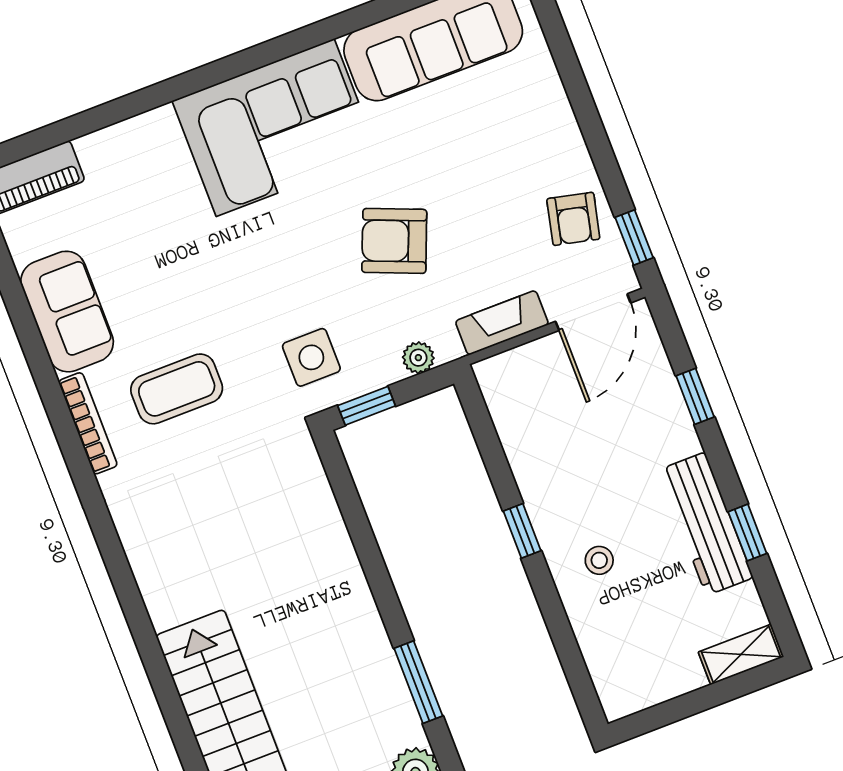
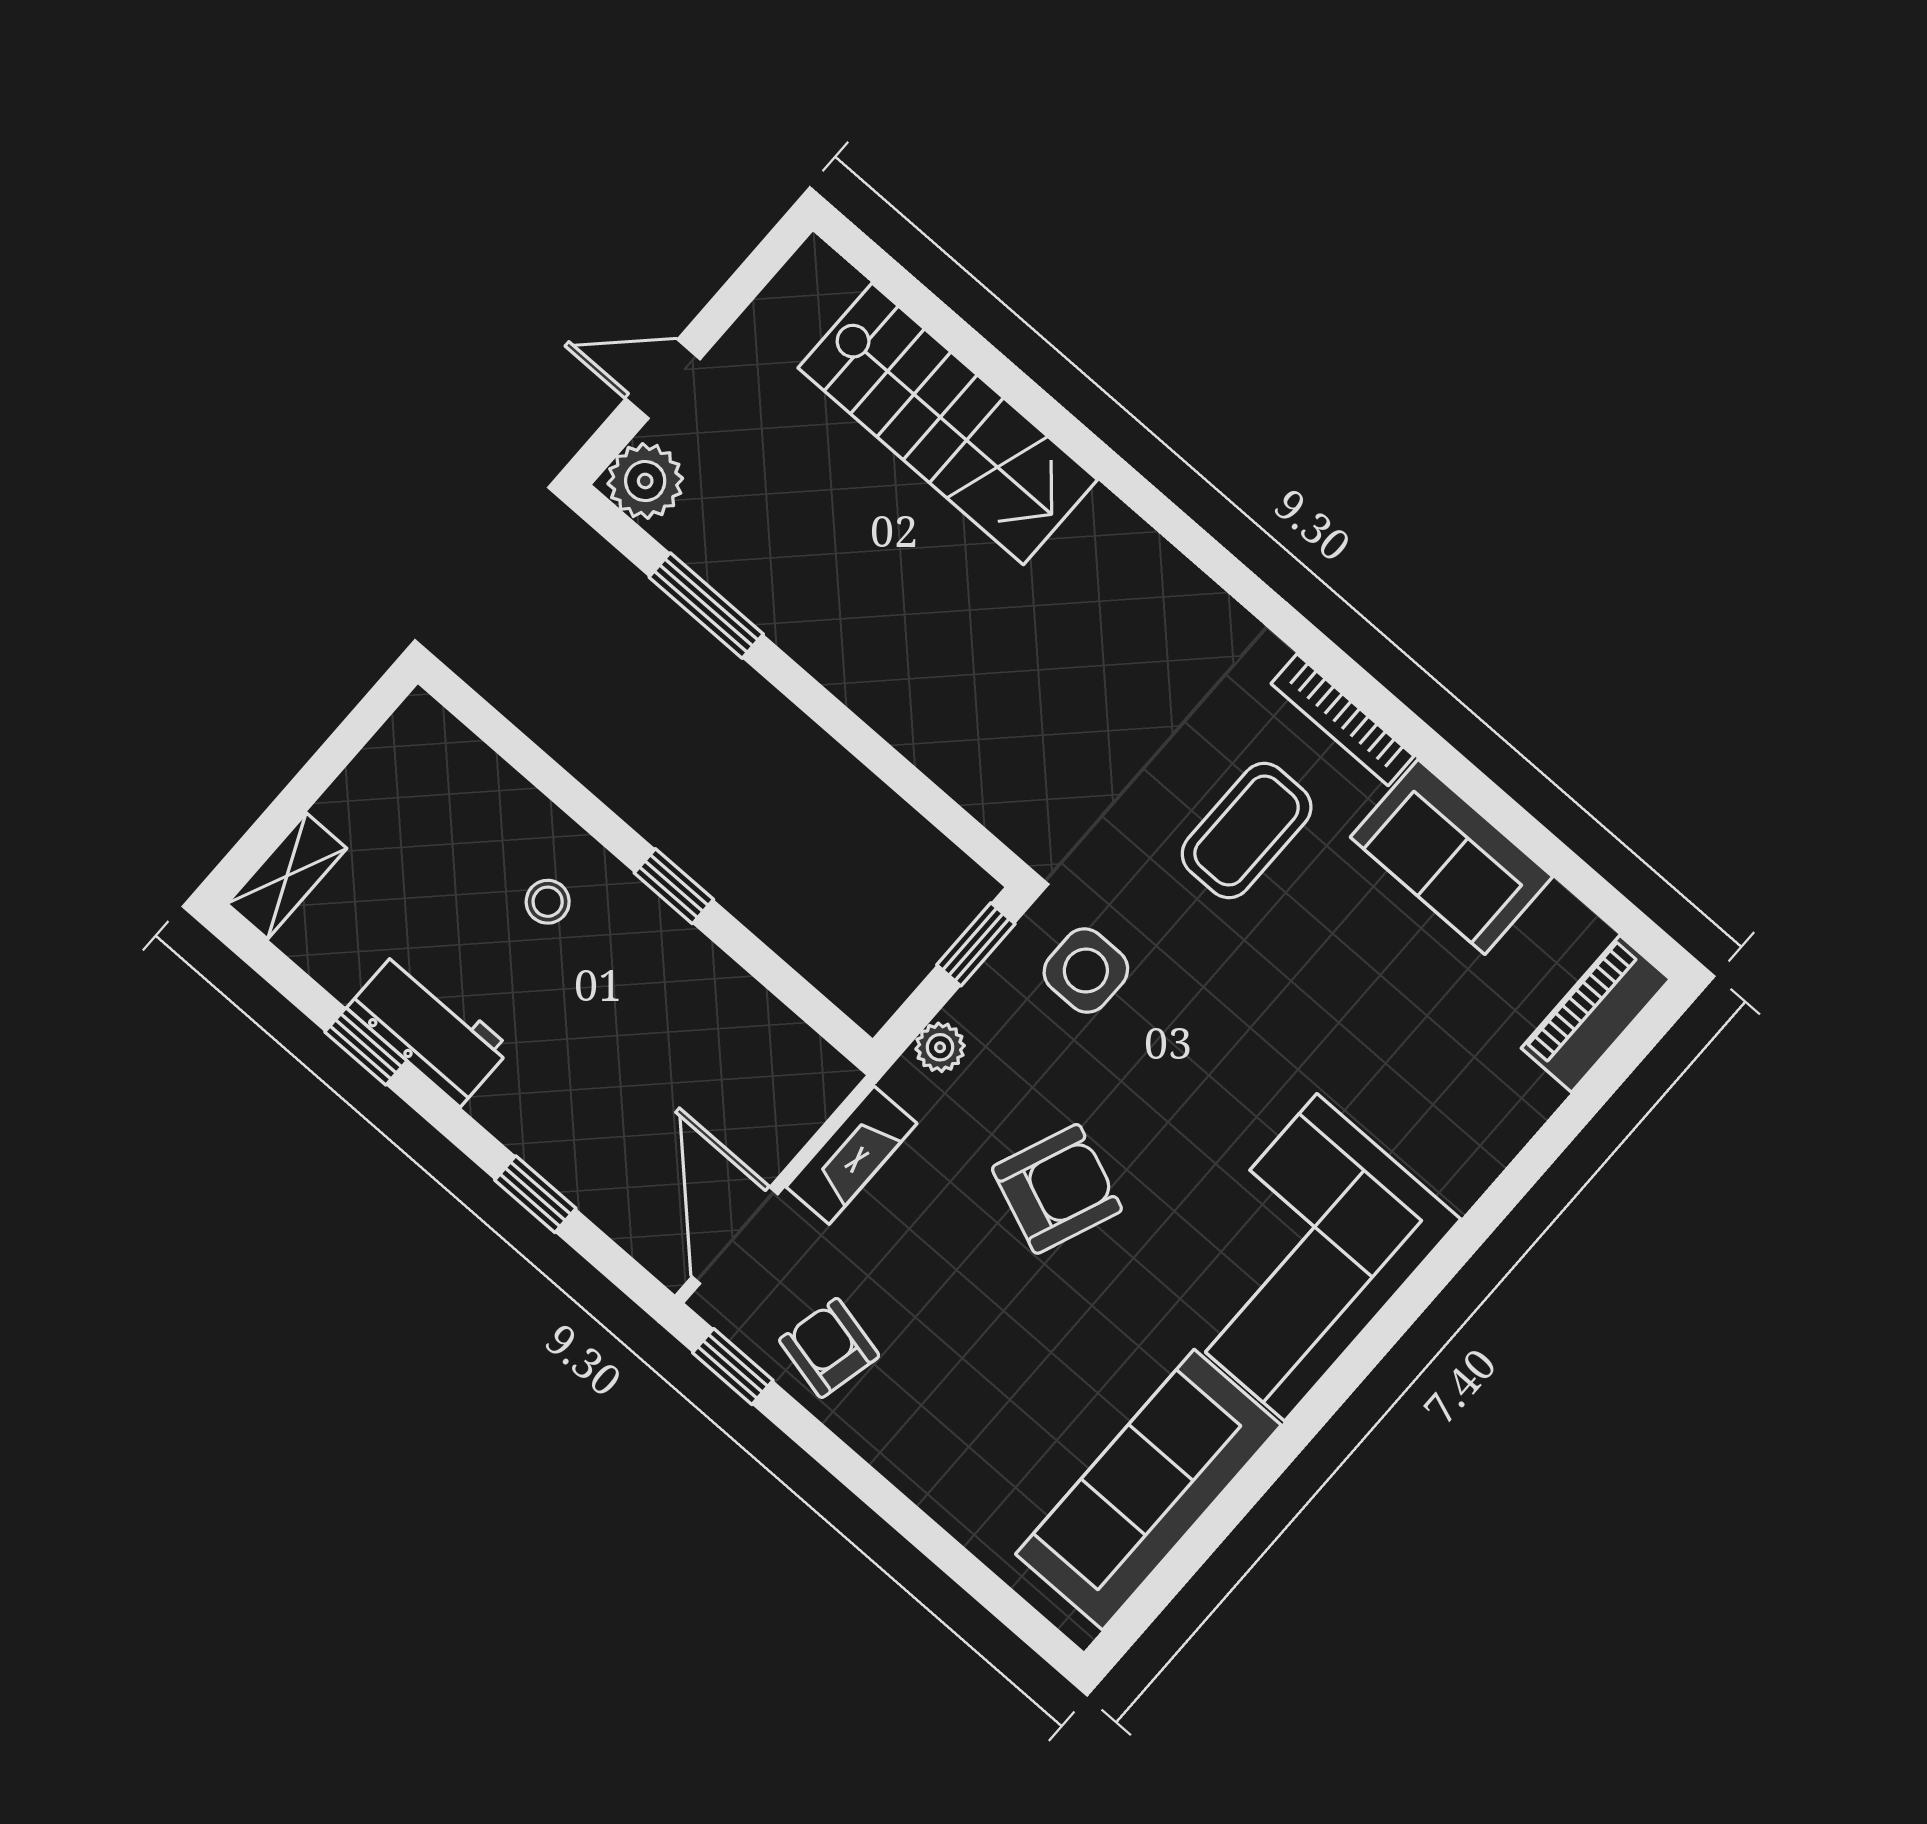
workbench: (706, 524) -> (429, 1028), width x0.73

